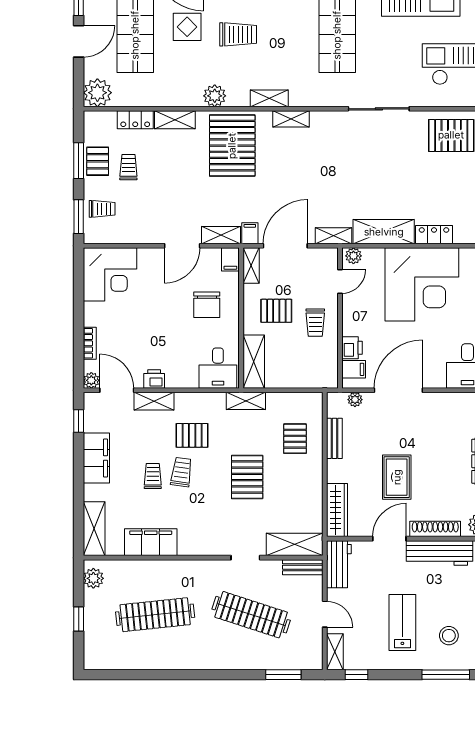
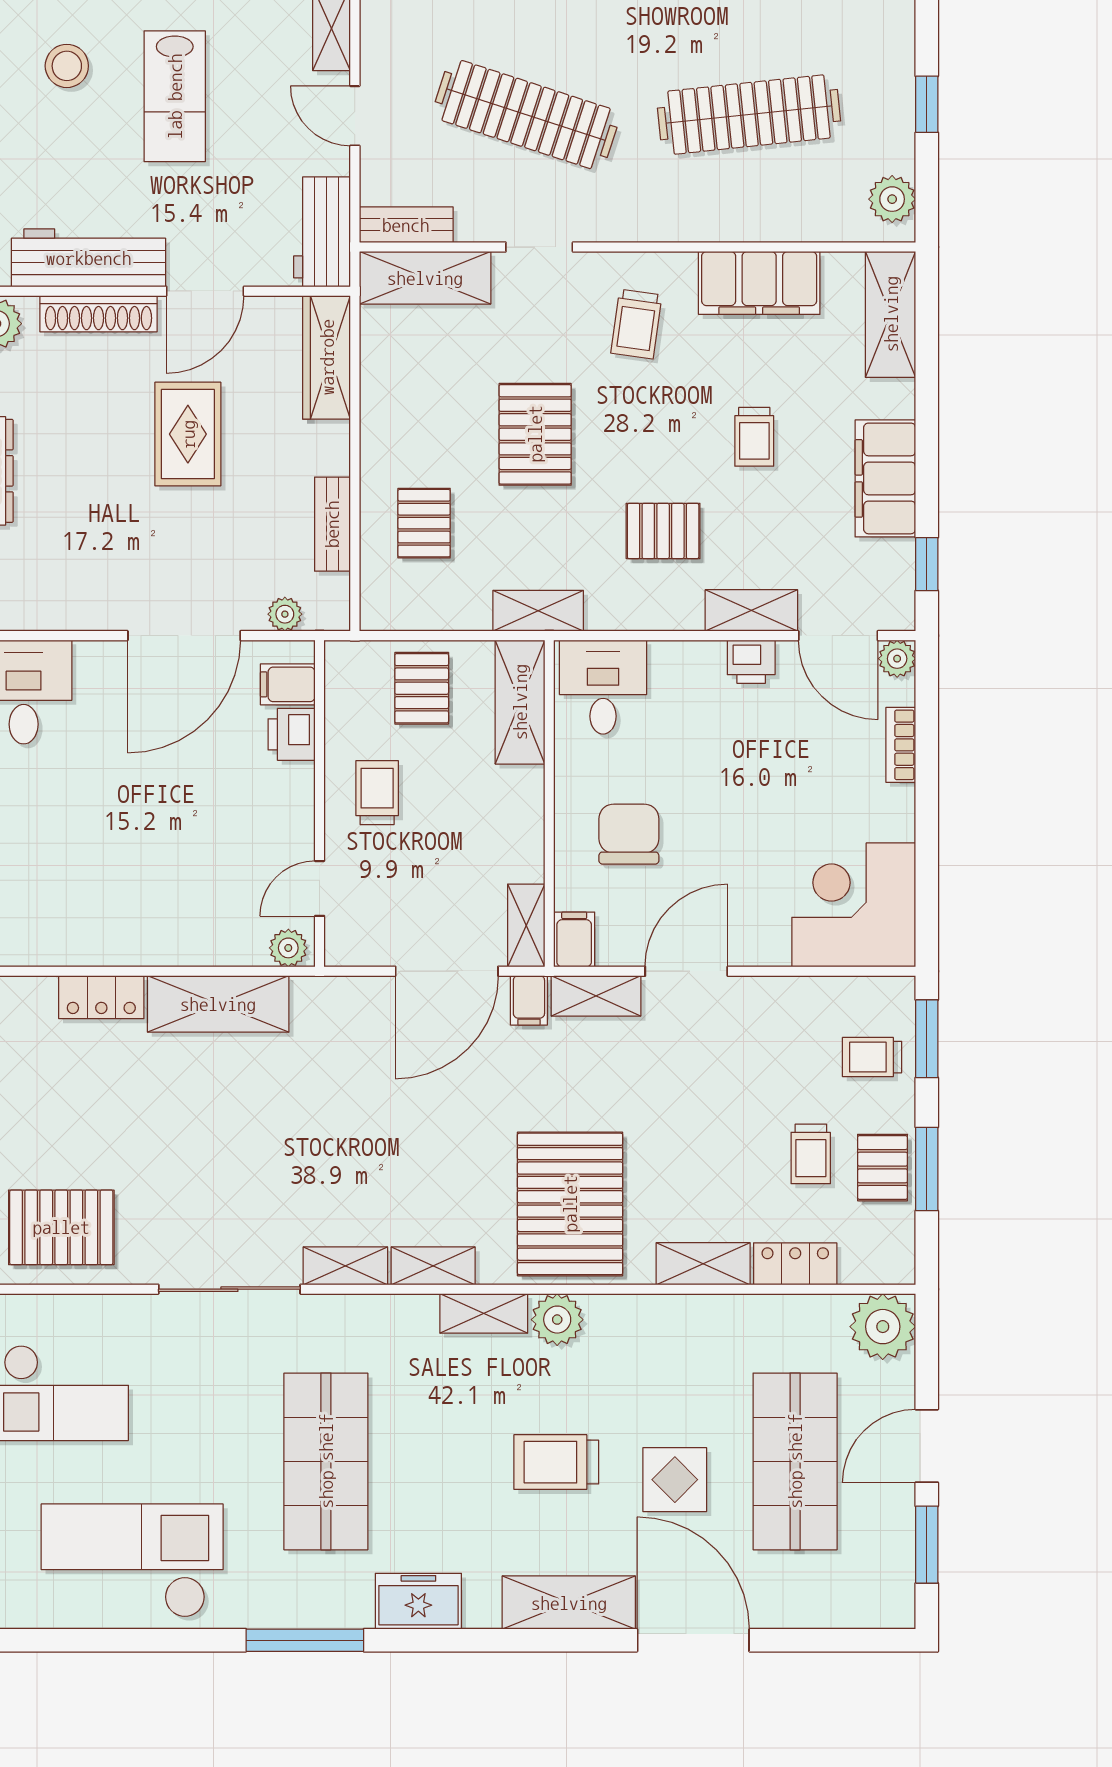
plant: (215, 96) -> (557, 1320), moved
shelving: (334, 236) -> (345, 1266), moved
corner desk: (422, 284) -> (130, 882), removed
pallet: (276, 311) -> (422, 688), moved, turned 90
trolley: (181, 472) -> (636, 324), moved

